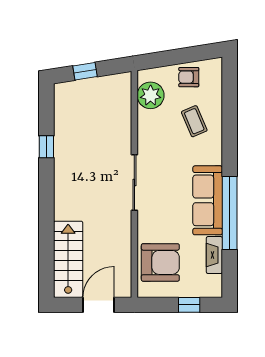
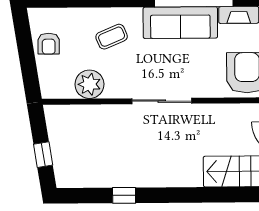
plant: (151, 95) -> (89, 84), moved
coffee table: (194, 121) -> (112, 37), moved

